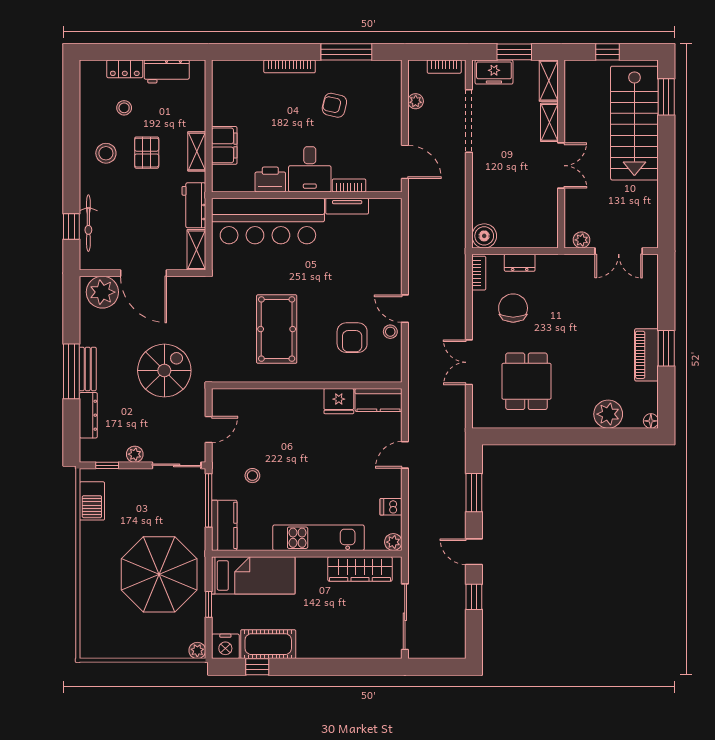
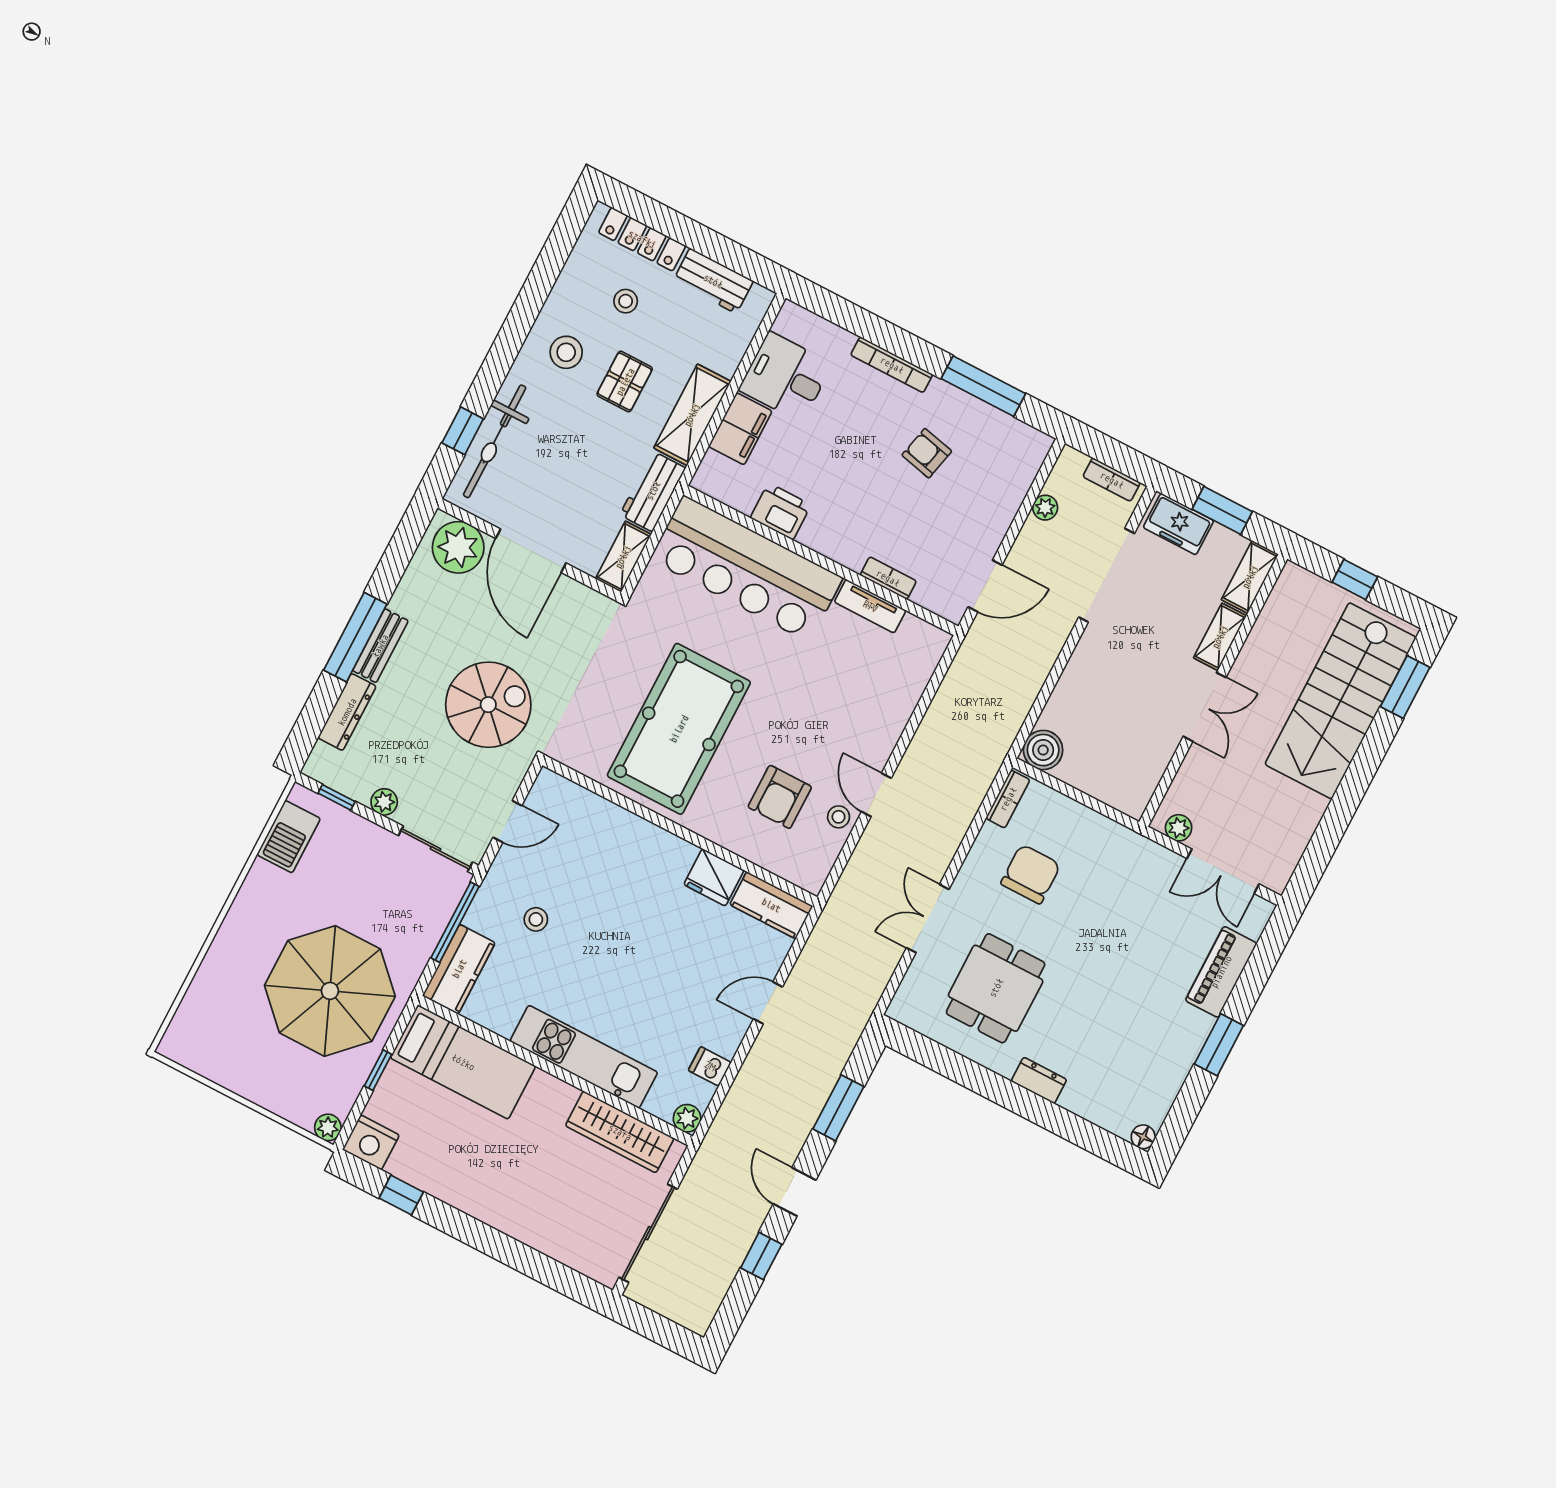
locker: (125, 69) -> (642, 239), width x1.53
shelving: (197, 151) -> (692, 415), width x1.50, depth x1.33
door: (405, 162) -> (985, 586), hinge flipped
desk: (310, 169) -> (785, 377), moved, turned 90
bicycle: (88, 223) -> (495, 441), width x1.37, depth x1.40
dresser: (520, 263) -> (1039, 1080), moved, turned 180
pool table: (277, 329) -> (679, 729), width x1.36, depth x1.32
piano: (646, 355) -> (1221, 972), moved
plant: (608, 414) -> (1087, 1095), removed
cot: (268, 644) -> (433, 1171), removed

